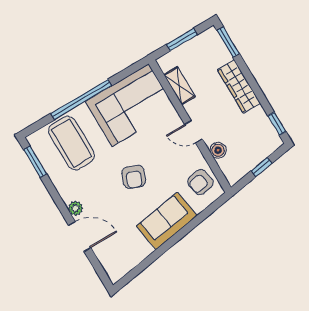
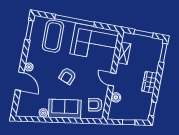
wardrobe: (239, 87) -> (149, 82), width x0.67
plant: (144, 250) -> (43, 113), added

